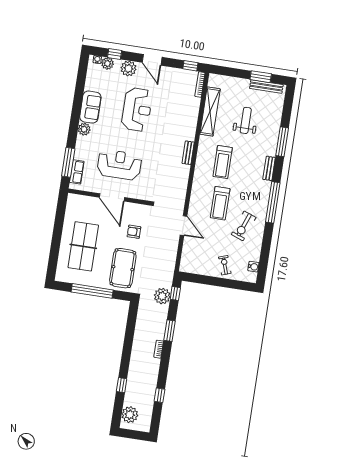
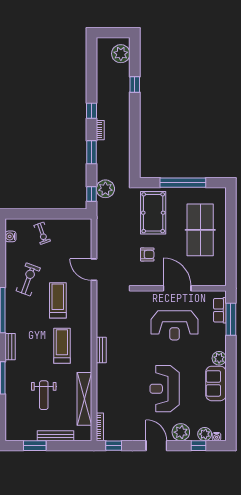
bench: (266, 87) -> (56, 436), moved
window: (160, 395) -> (92, 111), moved

